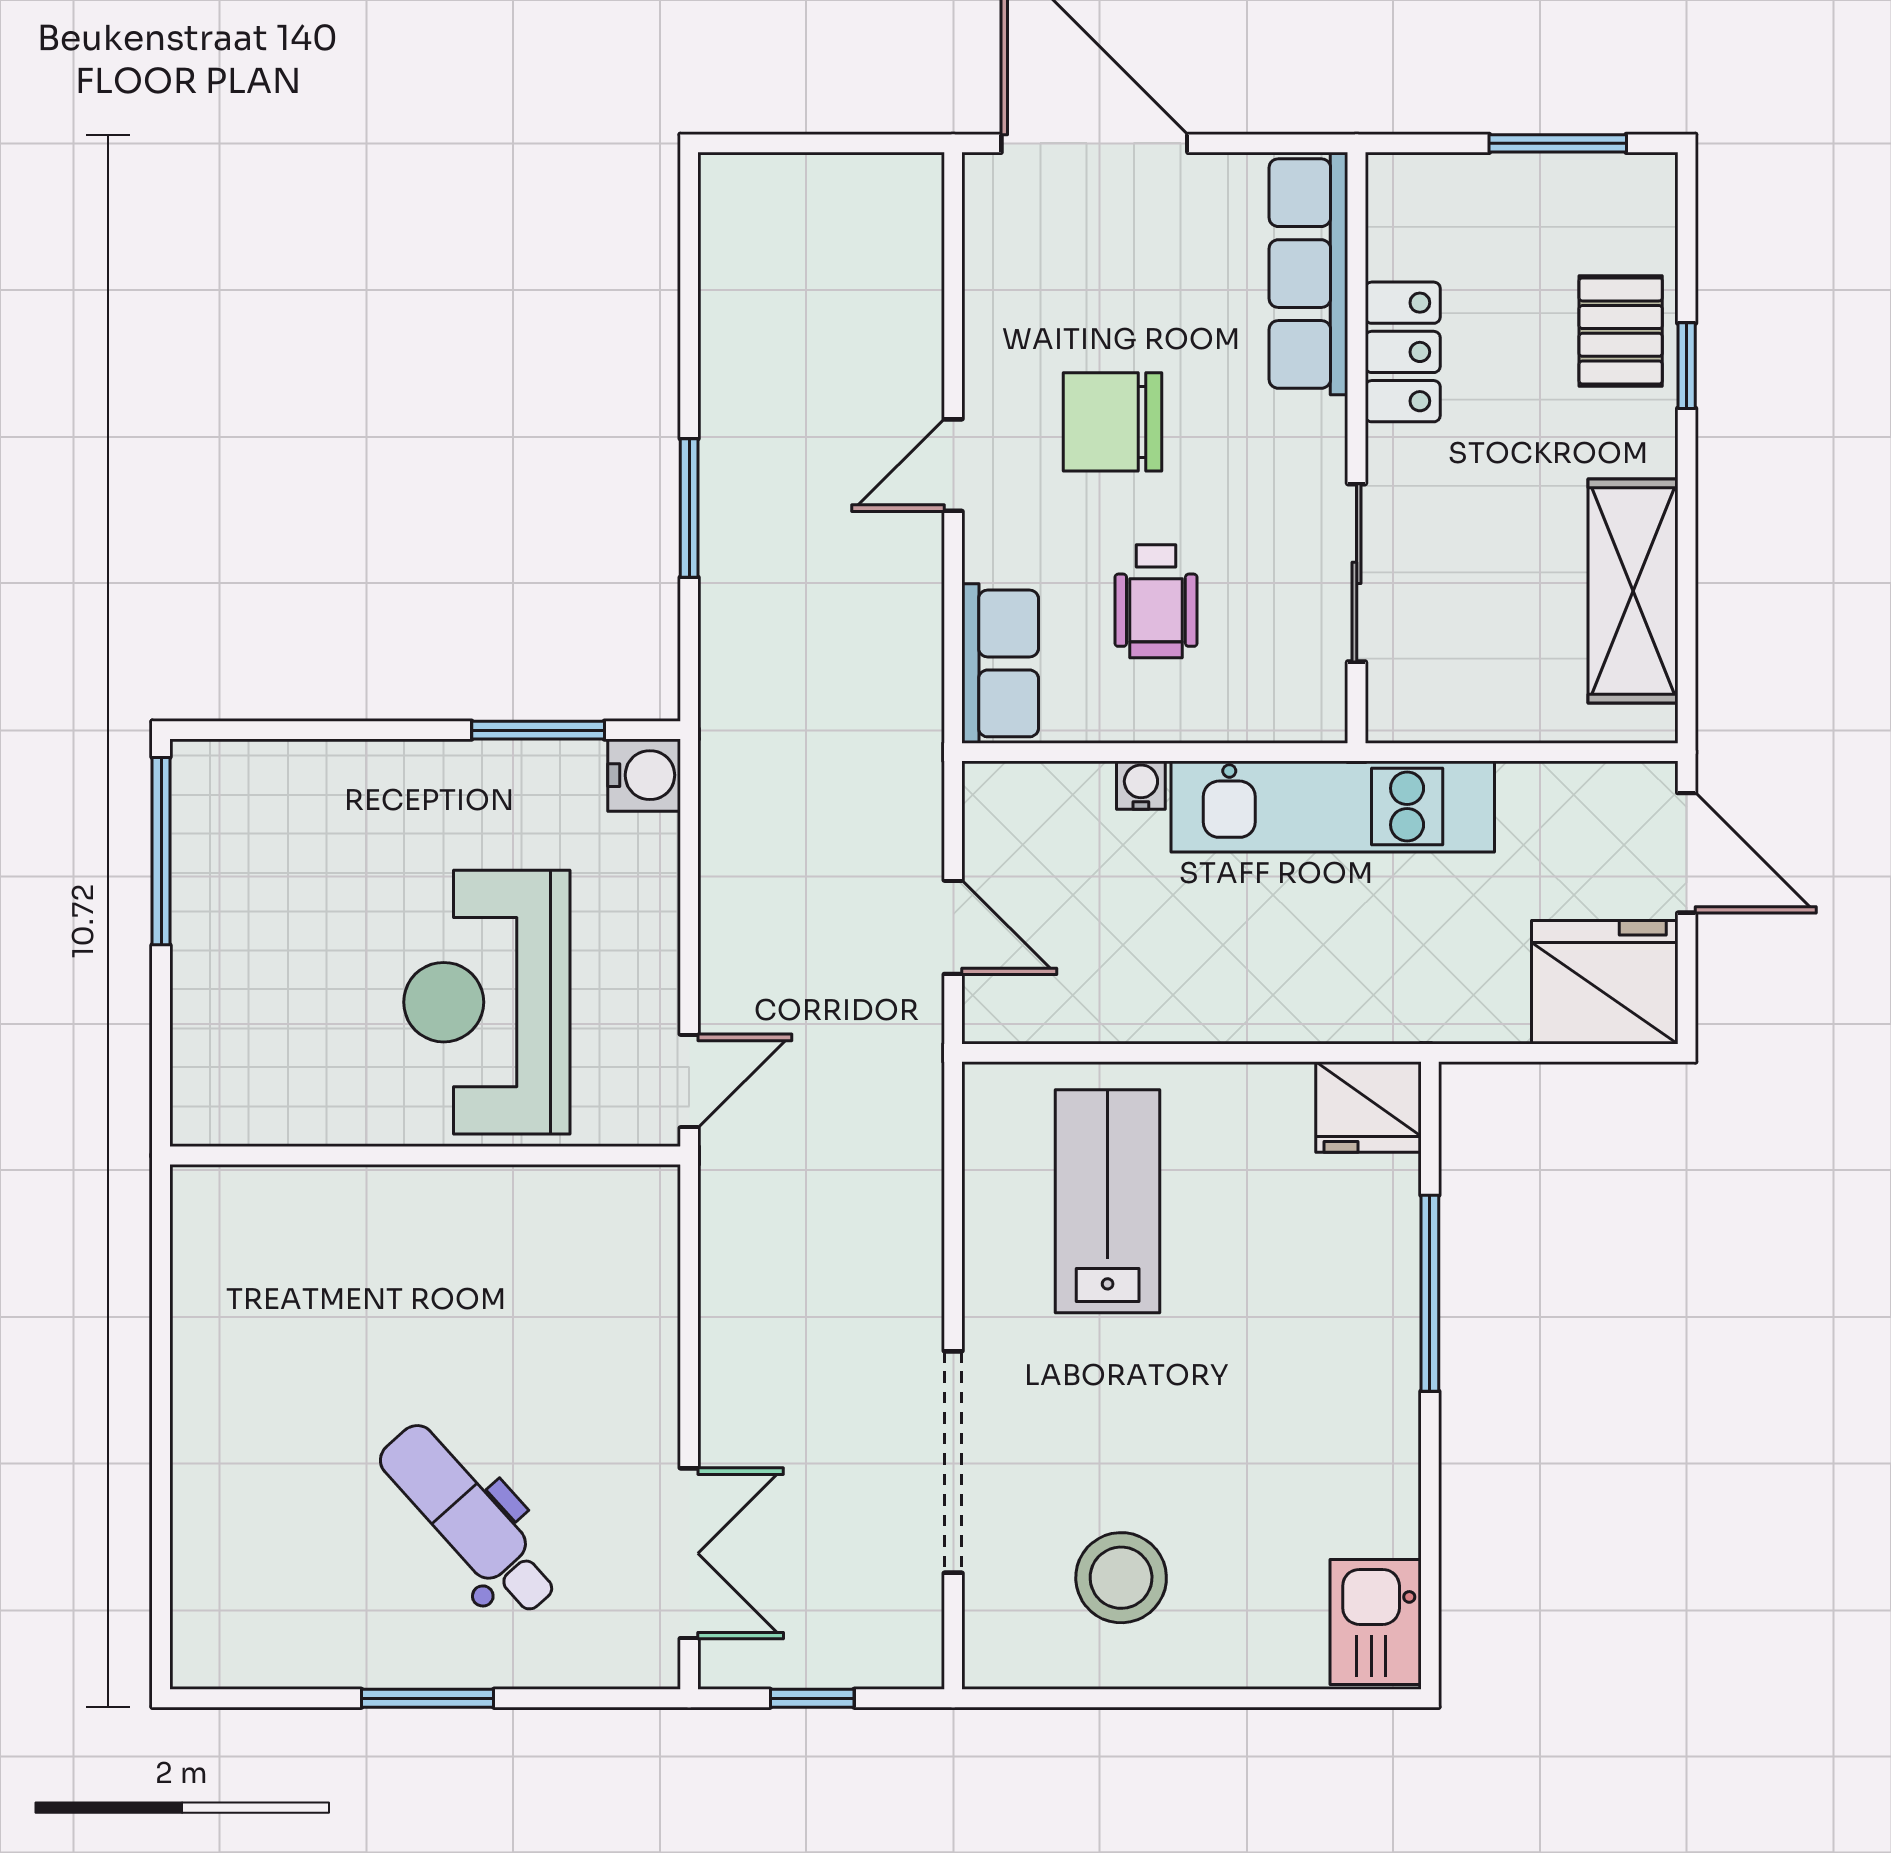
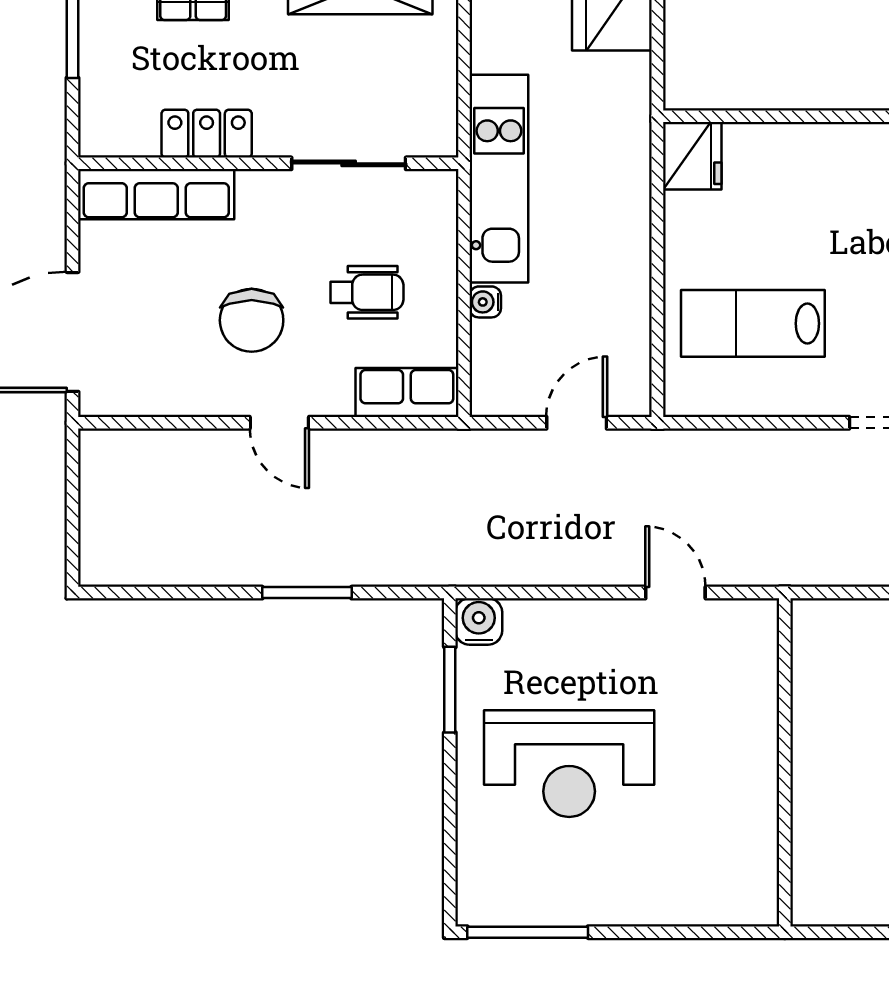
reception desk: (487, 1002) -> (569, 764), moved
wall: (425, 1156) -> (785, 762), moved
window: (1430, 1293) -> (812, 116), removed

